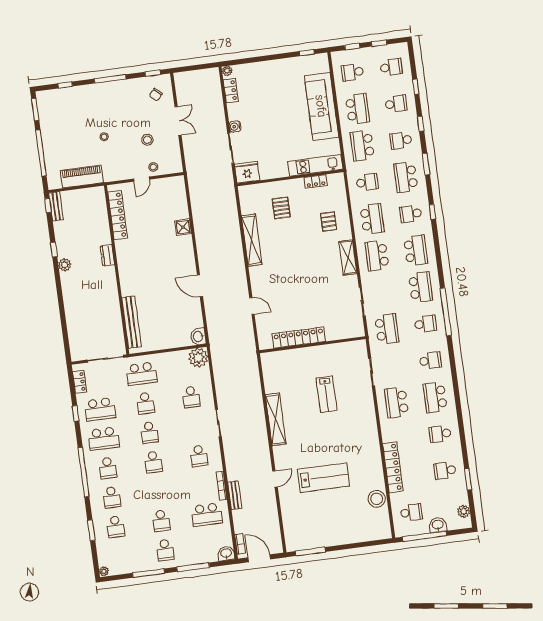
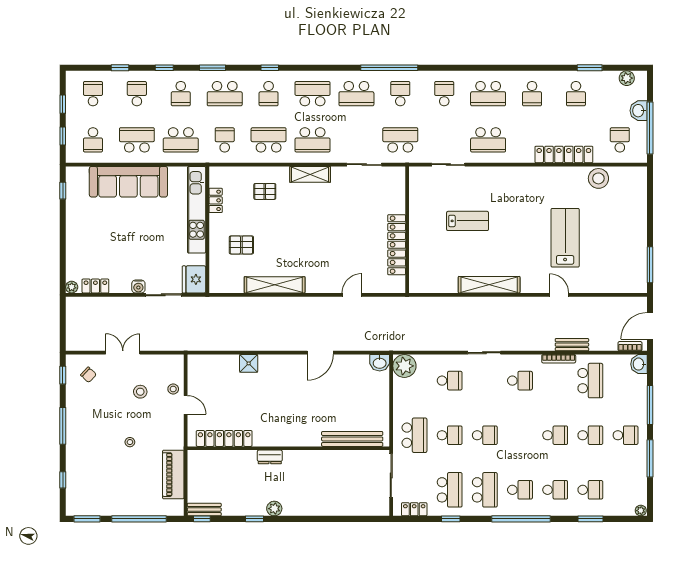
kitchen unit: (315, 165) -> (197, 210), width x1.36
school desk: (421, 287) -> (356, 94), turned 180
school desk: (153, 462) -> (555, 435), moved

